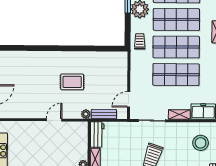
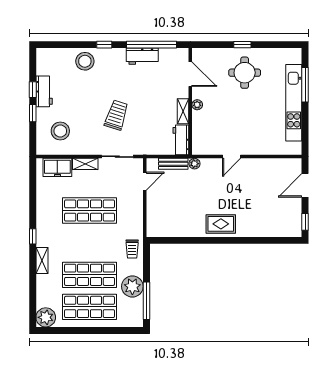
shop shelf: (176, 47) -> (90, 243), removed
rug: (72, 82) -> (221, 224), moved

